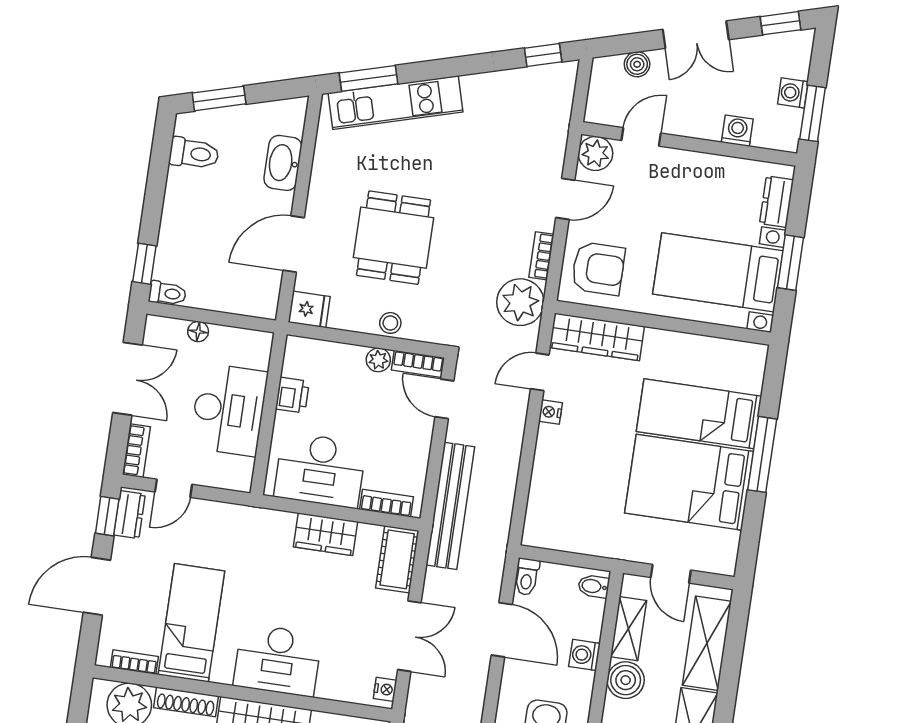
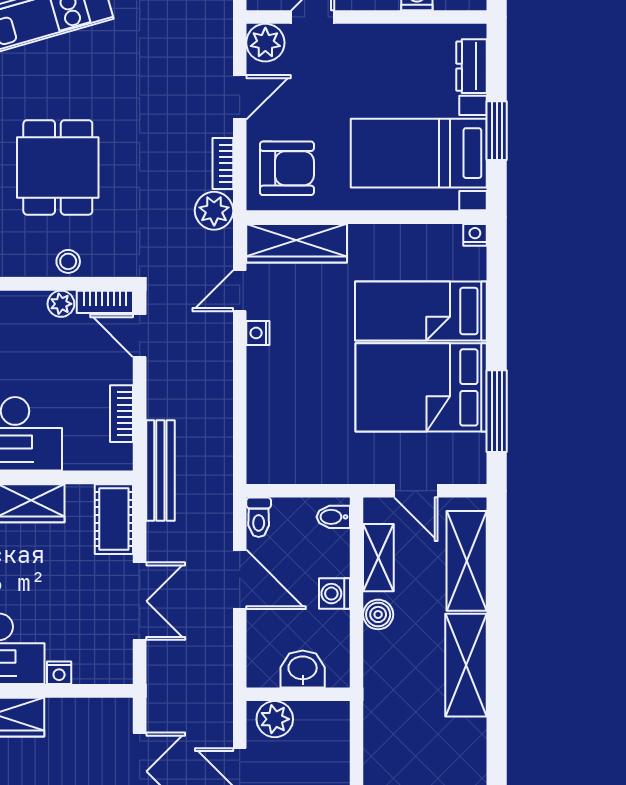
plant: (520, 302) -> (214, 211), width x0.73, depth x0.73
nightstand: (757, 353) -> (475, 235), added
window: (762, 454) -> (497, 411), moved
bookcase: (387, 503) -> (122, 414), moved, turned -90
bench: (450, 506) -> (160, 470), width x0.73, depth x0.82
boiler: (626, 680) -> (378, 614), width x0.73, depth x0.73
nightstand: (385, 689) -> (59, 673), moved, turned 90

